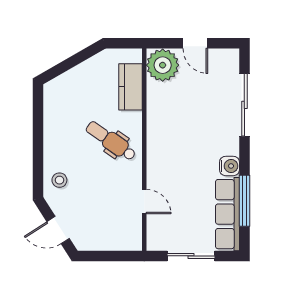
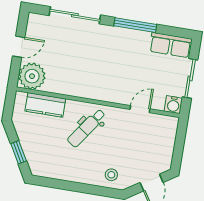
window: (68, 64) -> (19, 152), added
water cooler: (229, 166) -> (173, 105), moved, turned 180
window: (244, 201) -> (135, 25), moved
row of seats: (227, 214) -> (171, 45), width x0.68

